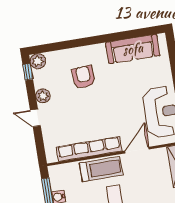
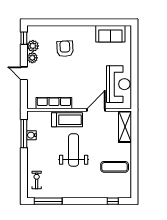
sofa: (133, 49) -> (110, 34), width x0.73
plant: (38, 61) -> (33, 46), moved
row of seats: (89, 149) -> (54, 103), width x0.73

